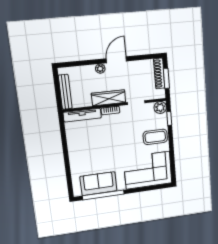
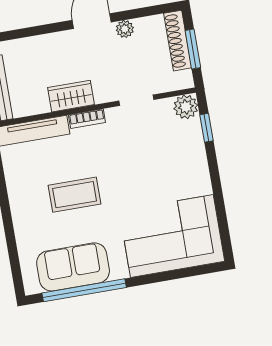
plant: (100, 69) -> (125, 29), moved
wardrobe: (109, 98) -> (71, 96), width x0.67
coffee table: (155, 137) -> (75, 195), moved

